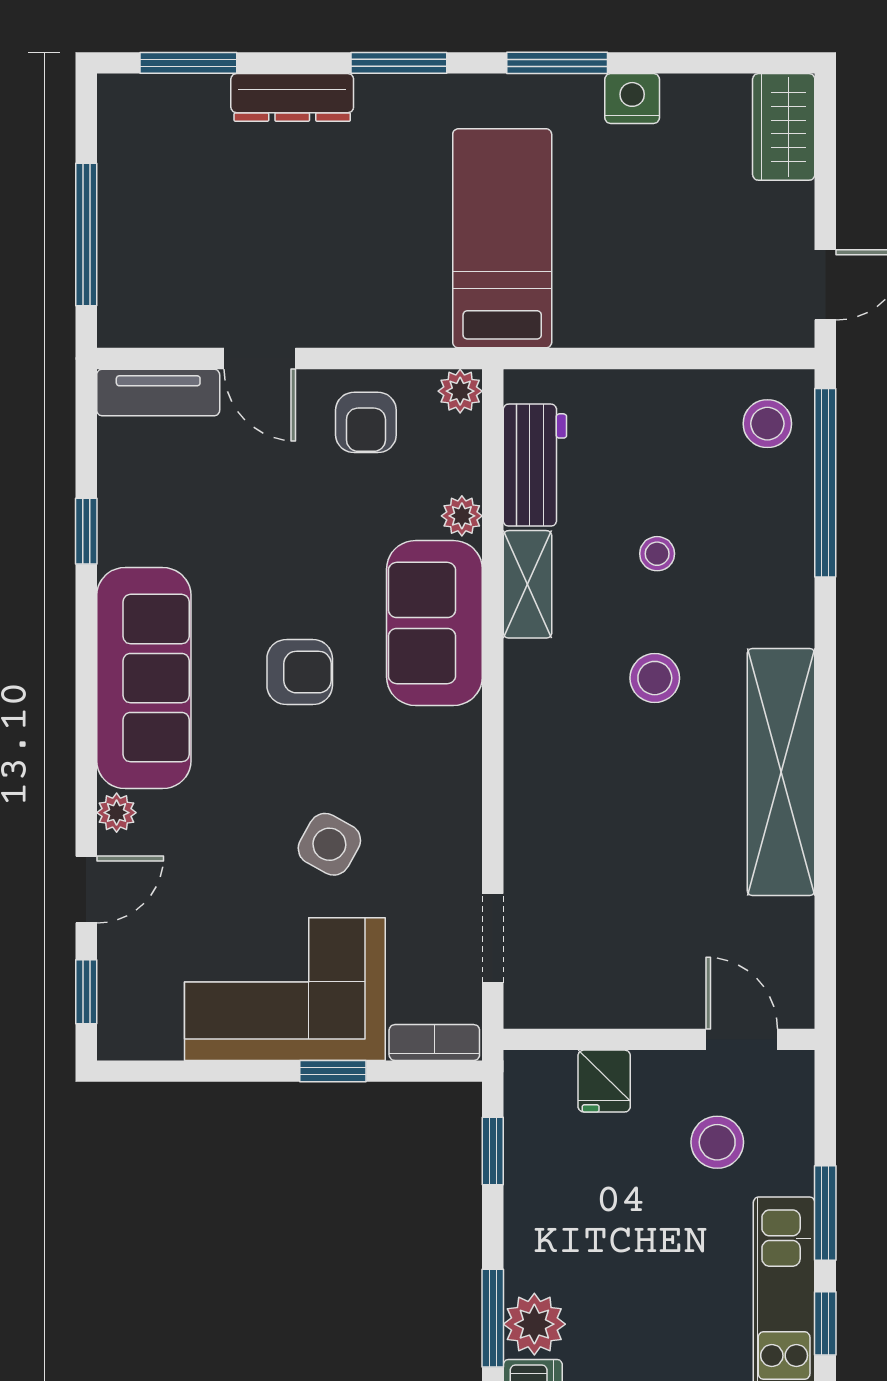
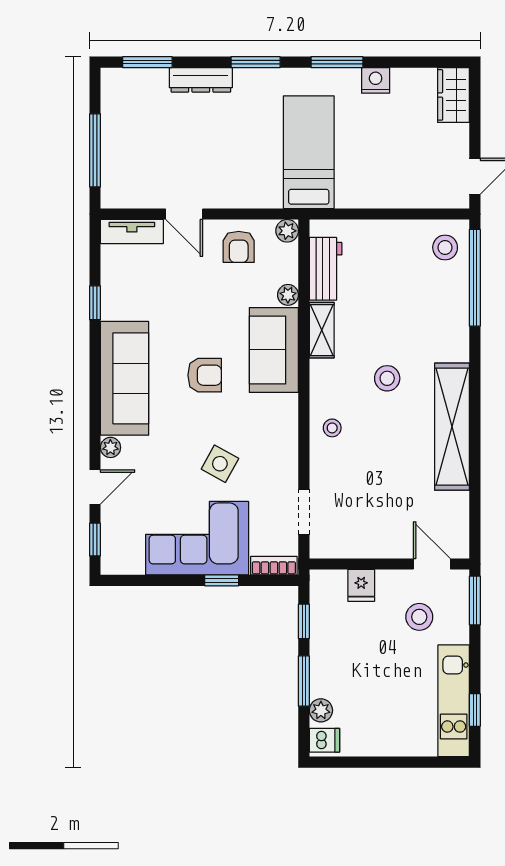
stool: (657, 554) -> (332, 428), moved
window: (825, 1213) -> (475, 601), moved
window: (493, 1318) -> (304, 681), moved
plant: (534, 1324) -> (321, 710), width x0.73, depth x0.73

